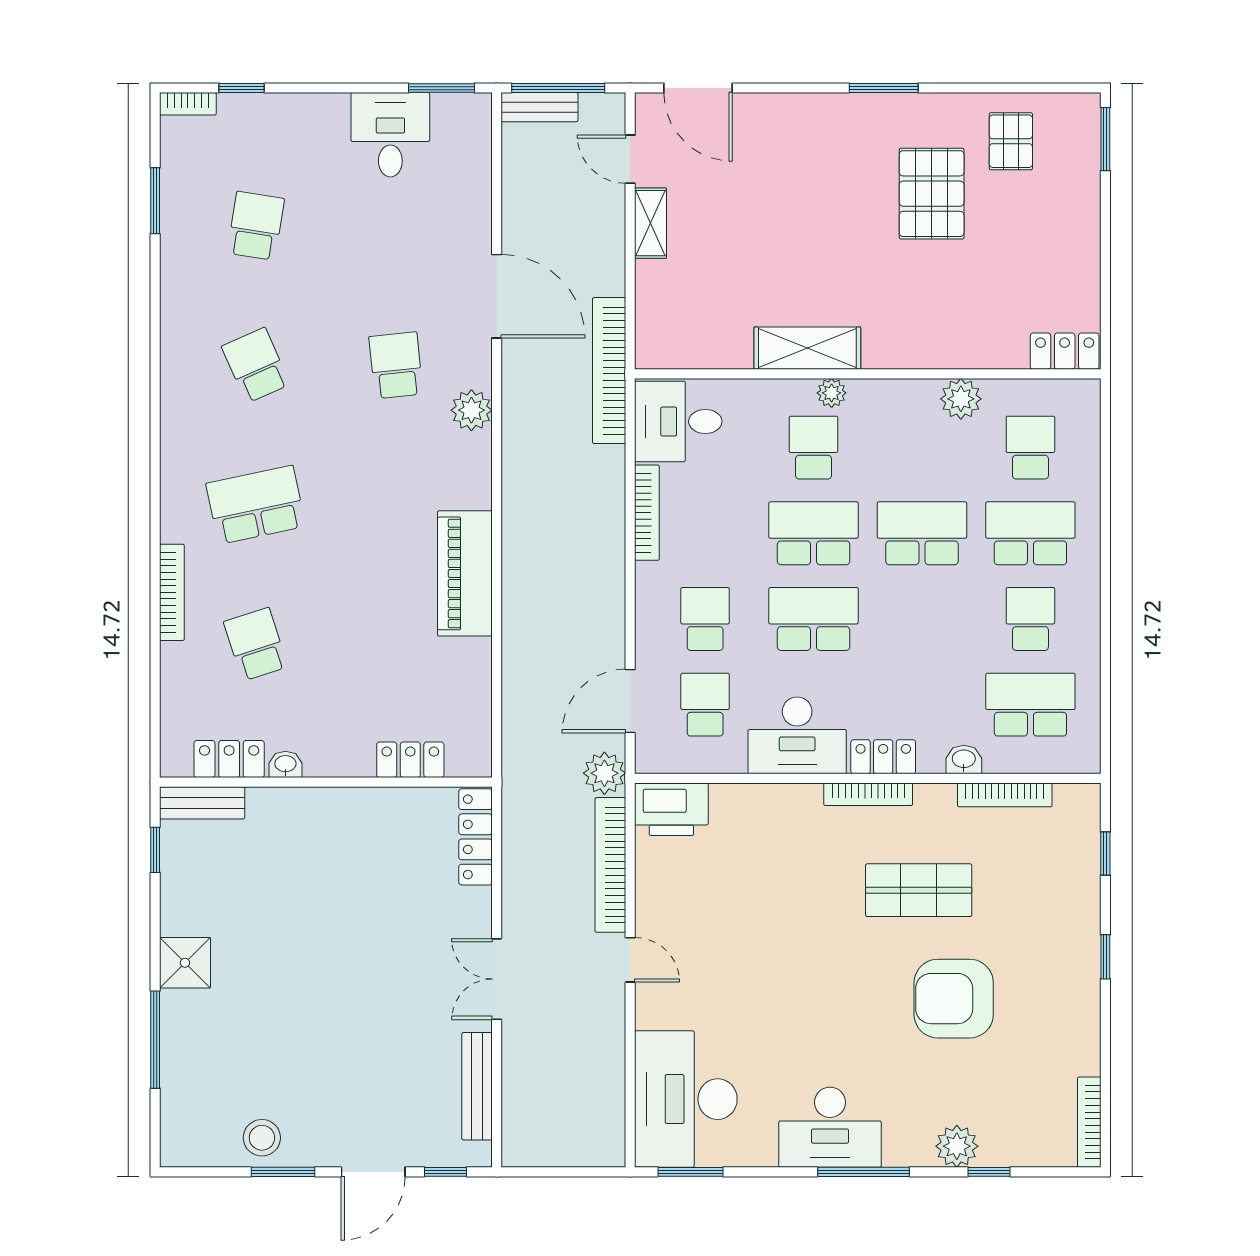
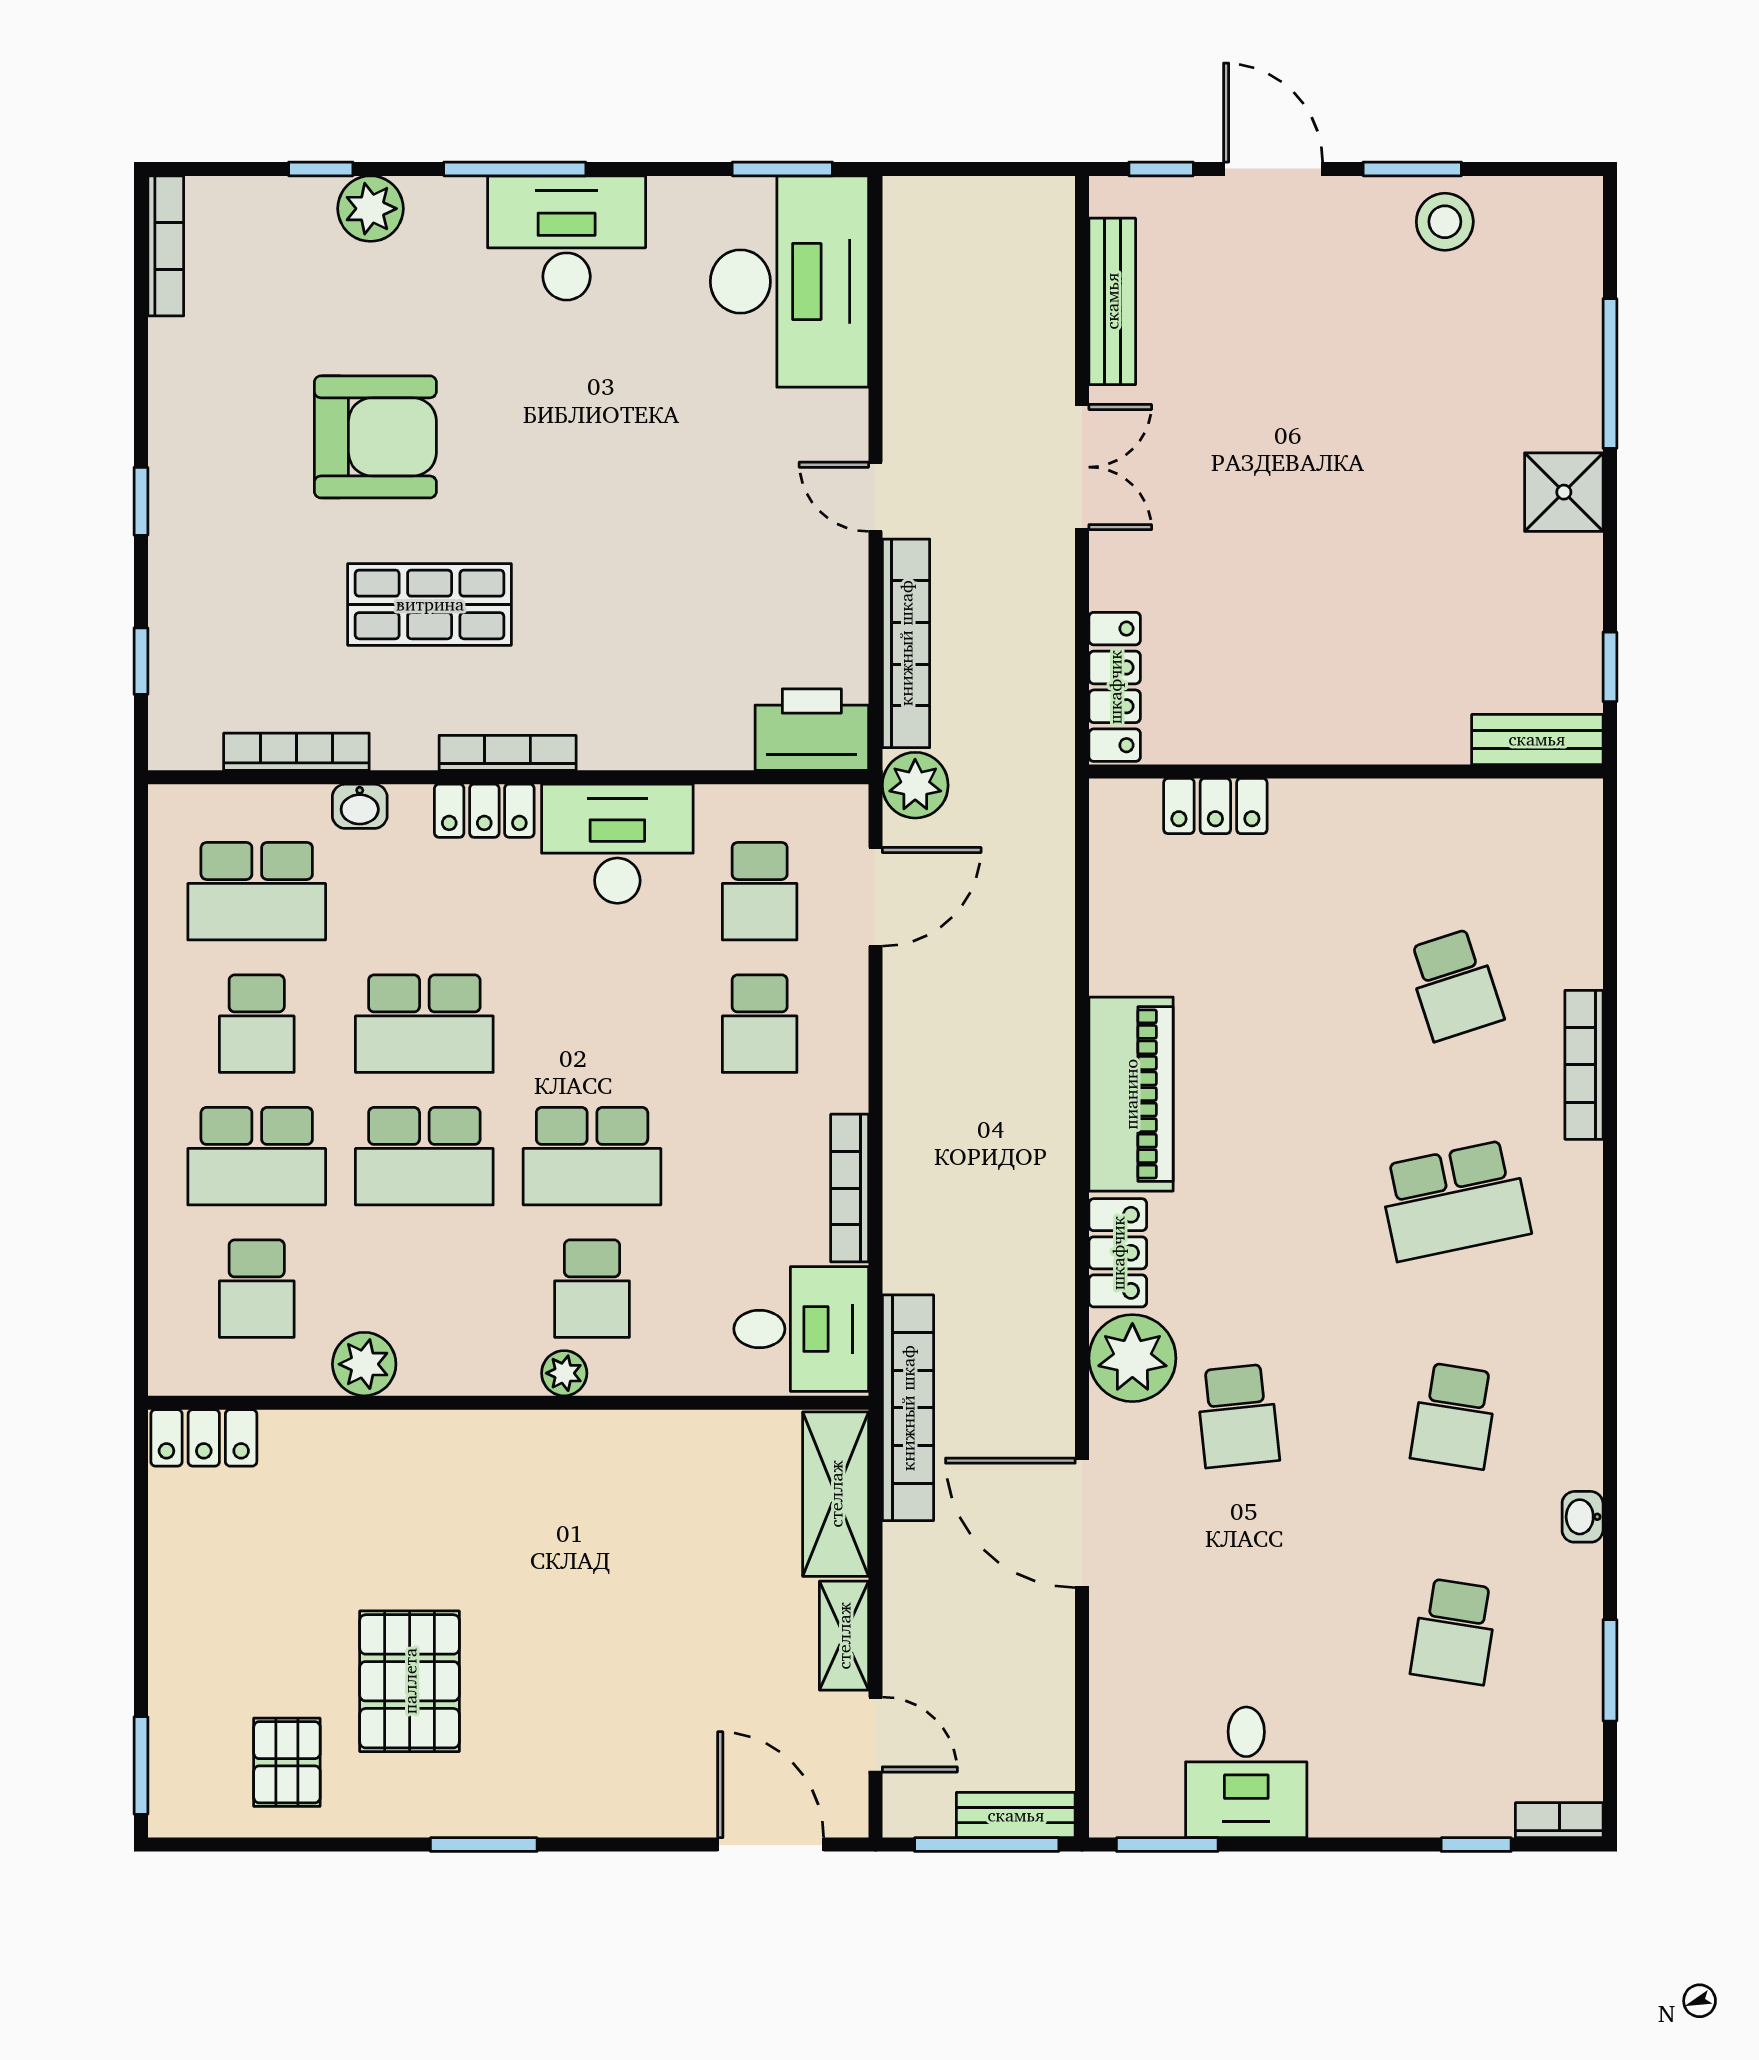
shelving: (807, 348) -> (836, 1494), moved, turned 90
school desk: (256, 365) -> (1454, 1416), turned 33
plant: (471, 410) -> (1132, 1358), width x1.36, depth x1.36
school desk: (814, 619) -> (424, 1024), moved
locker: (229, 759) -> (1118, 1253), moved, turned -90
washbasin: (285, 764) -> (1583, 1517), moved, turned 90
door: (373, 1172) -> (1273, 169), hinge flipped

